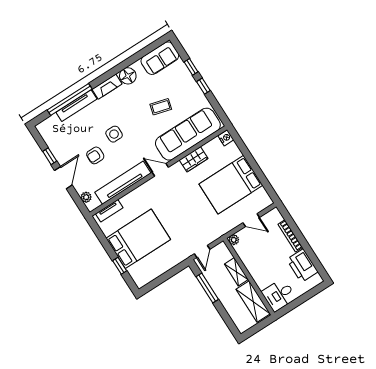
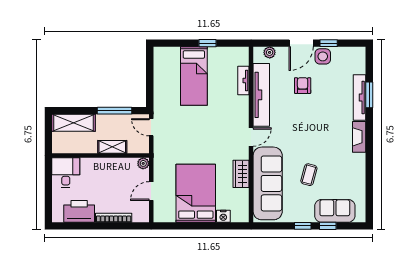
sofa: (160, 58) -> (335, 211), moved, turned 90
floor lamp: (128, 76) -> (357, 162), removed
window: (70, 99) -> (369, 95), width x0.47
side table: (114, 134) -> (323, 56), moved
nightstand: (226, 138) -> (223, 216), moved
door: (63, 178) -> (301, 43), hinge flipped
tv unit: (109, 211) -> (243, 81), moved
bed: (138, 239) -> (194, 76), width x0.67
window: (120, 266) -> (207, 43), moved
shelving: (253, 301) -> (74, 123), moved

